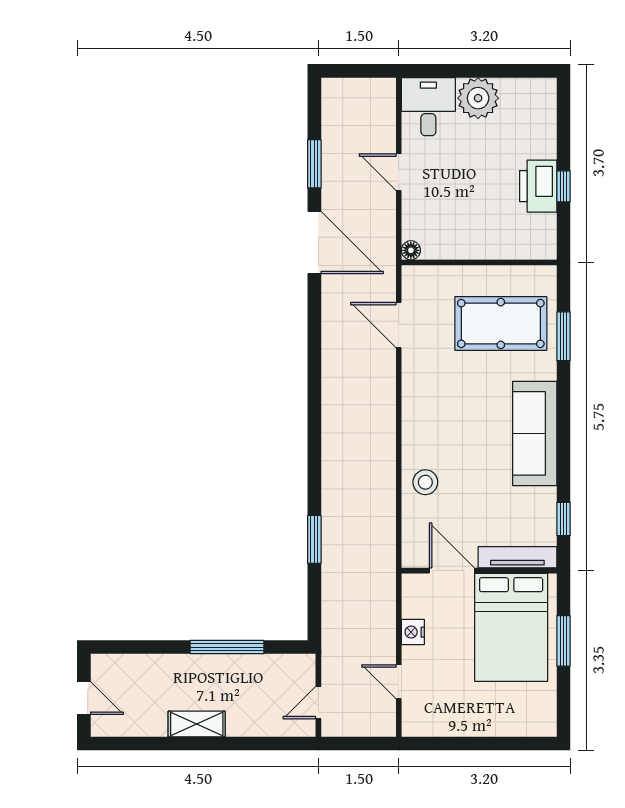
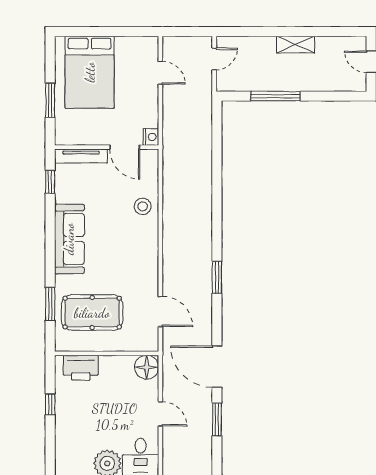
printer: (538, 186) -> (81, 368), moved, turned 90
floor lamp: (411, 250) -> (147, 367), width x1.89, depth x1.89
window: (314, 539) -> (217, 277), moved
bed: (511, 627) -> (90, 72), moved, turned 180
nightstand: (413, 632) -> (151, 137), moved

